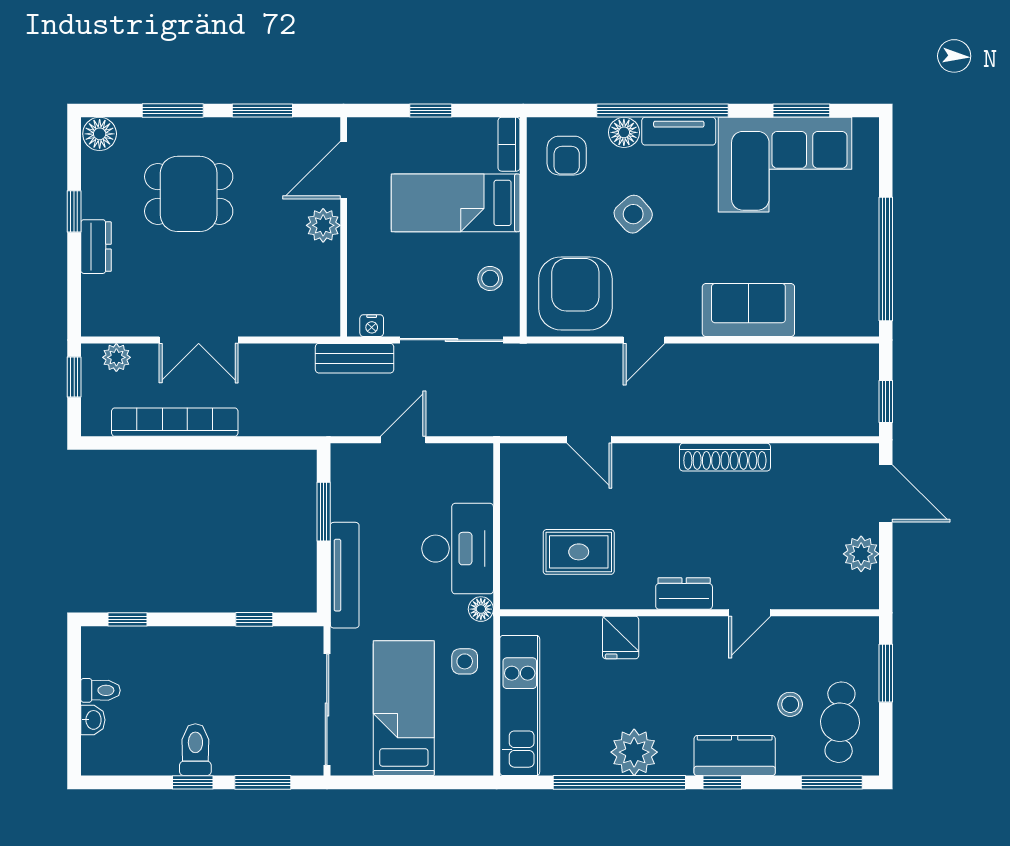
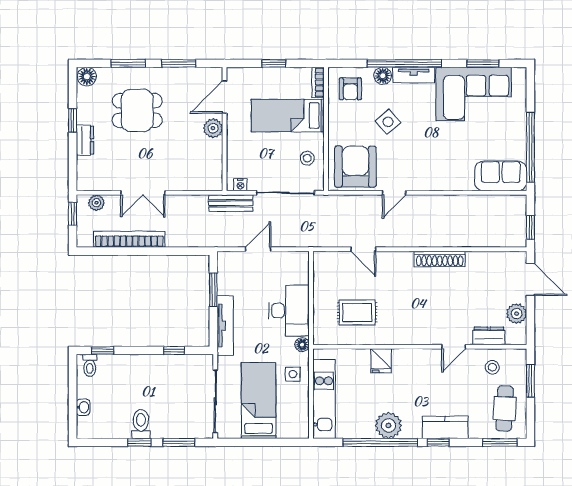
sofa: (748, 310) -> (501, 176), moved
dresser: (684, 594) -> (489, 336), moved
toilet: (100, 690) -> (90, 365), moved, turned 90
stool: (790, 704) -> (492, 367), moved

